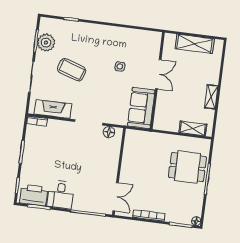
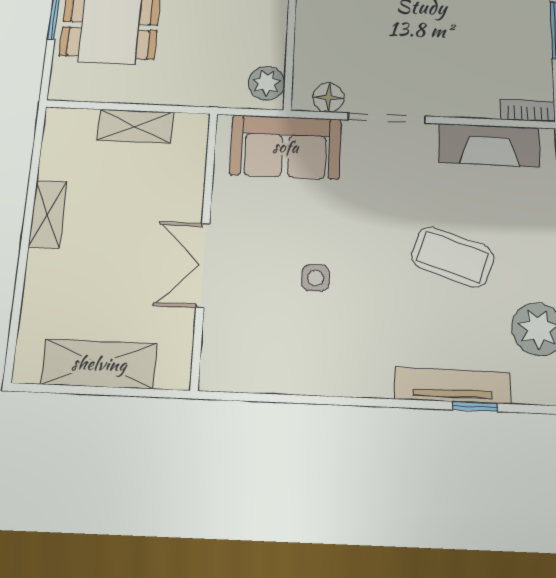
tv unit: (78, 27) -> (452, 386), added
sofa: (141, 108) -> (286, 147), moved, turned 90
shelving: (193, 128) -> (135, 126), moved
plant: (131, 139) -> (267, 83), added

